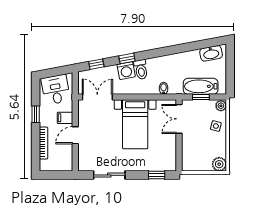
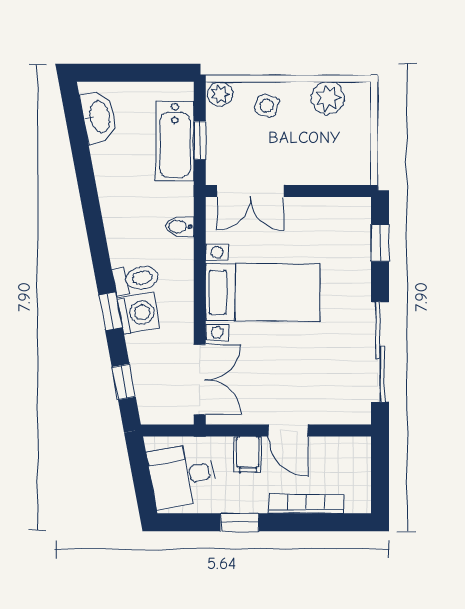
double door: (97, 97) -> (200, 380), swing flipped
plant: (219, 164) -> (328, 98), moved
sliding door: (109, 175) -> (380, 352), width x1.37

